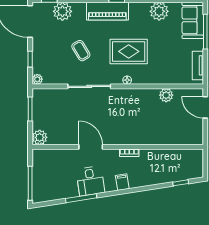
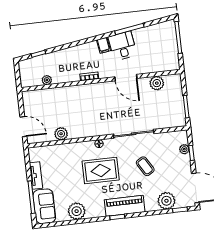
tv unit: (198, 65) -> (36, 175), moved
plant: (37, 79) -> (184, 149), moved
plant: (40, 137) -> (157, 83), moved
plant: (175, 154) -> (47, 80), added
filing cabinet: (122, 182) -> (104, 45), moved

